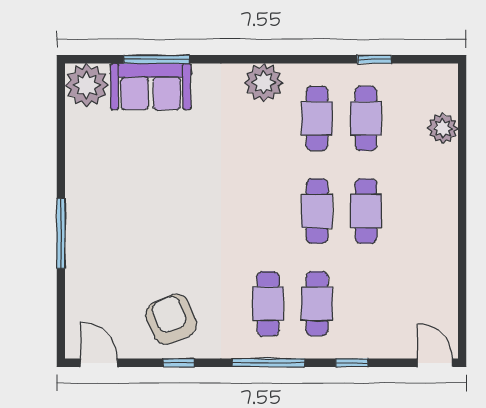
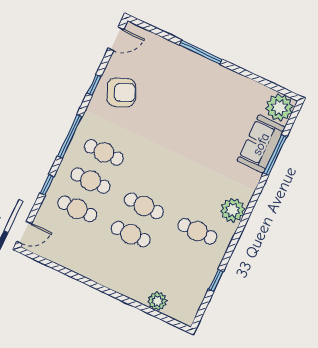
cafe table: (366, 118) -> (77, 209), moved

